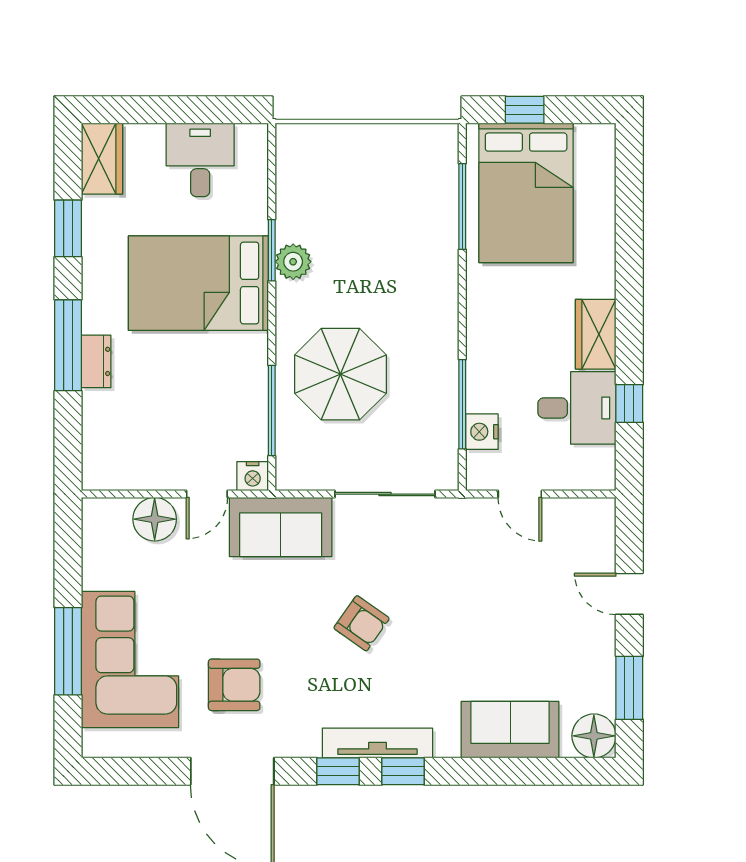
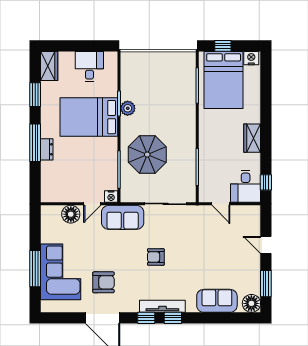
window: (629, 403) -> (266, 182), moved
desk: (577, 408) -> (246, 186), moved, turned 90
nightstand: (482, 432) -> (251, 58), moved, turned 90
armchair: (362, 623) -> (156, 257), turned 145

